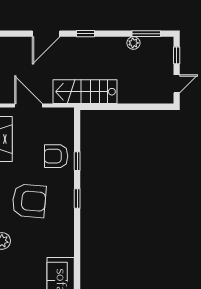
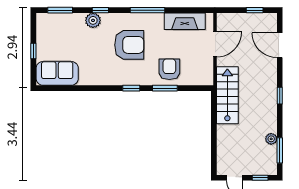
door: (46, 34) -> (280, 45), moved
window: (77, 161) -> (165, 88), width x1.50
armchair: (29, 201) -> (129, 45), turned -95

